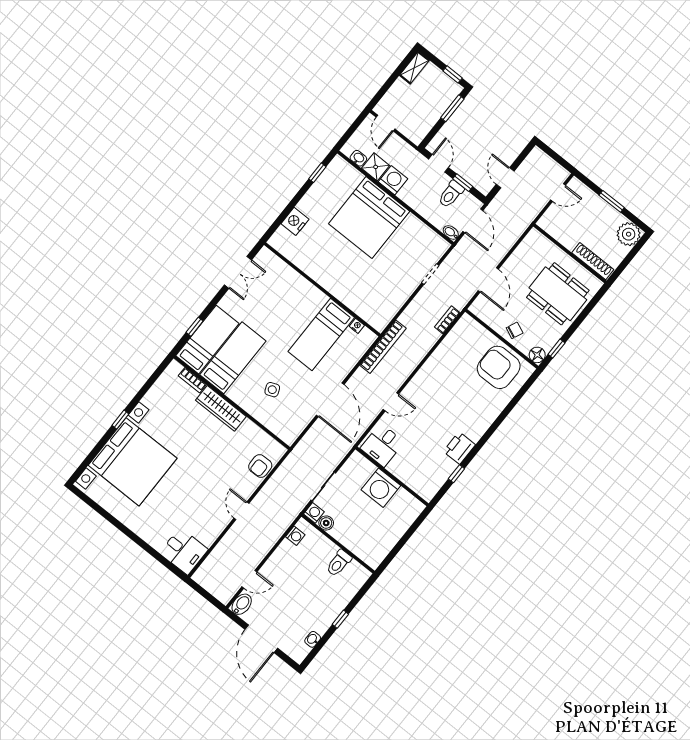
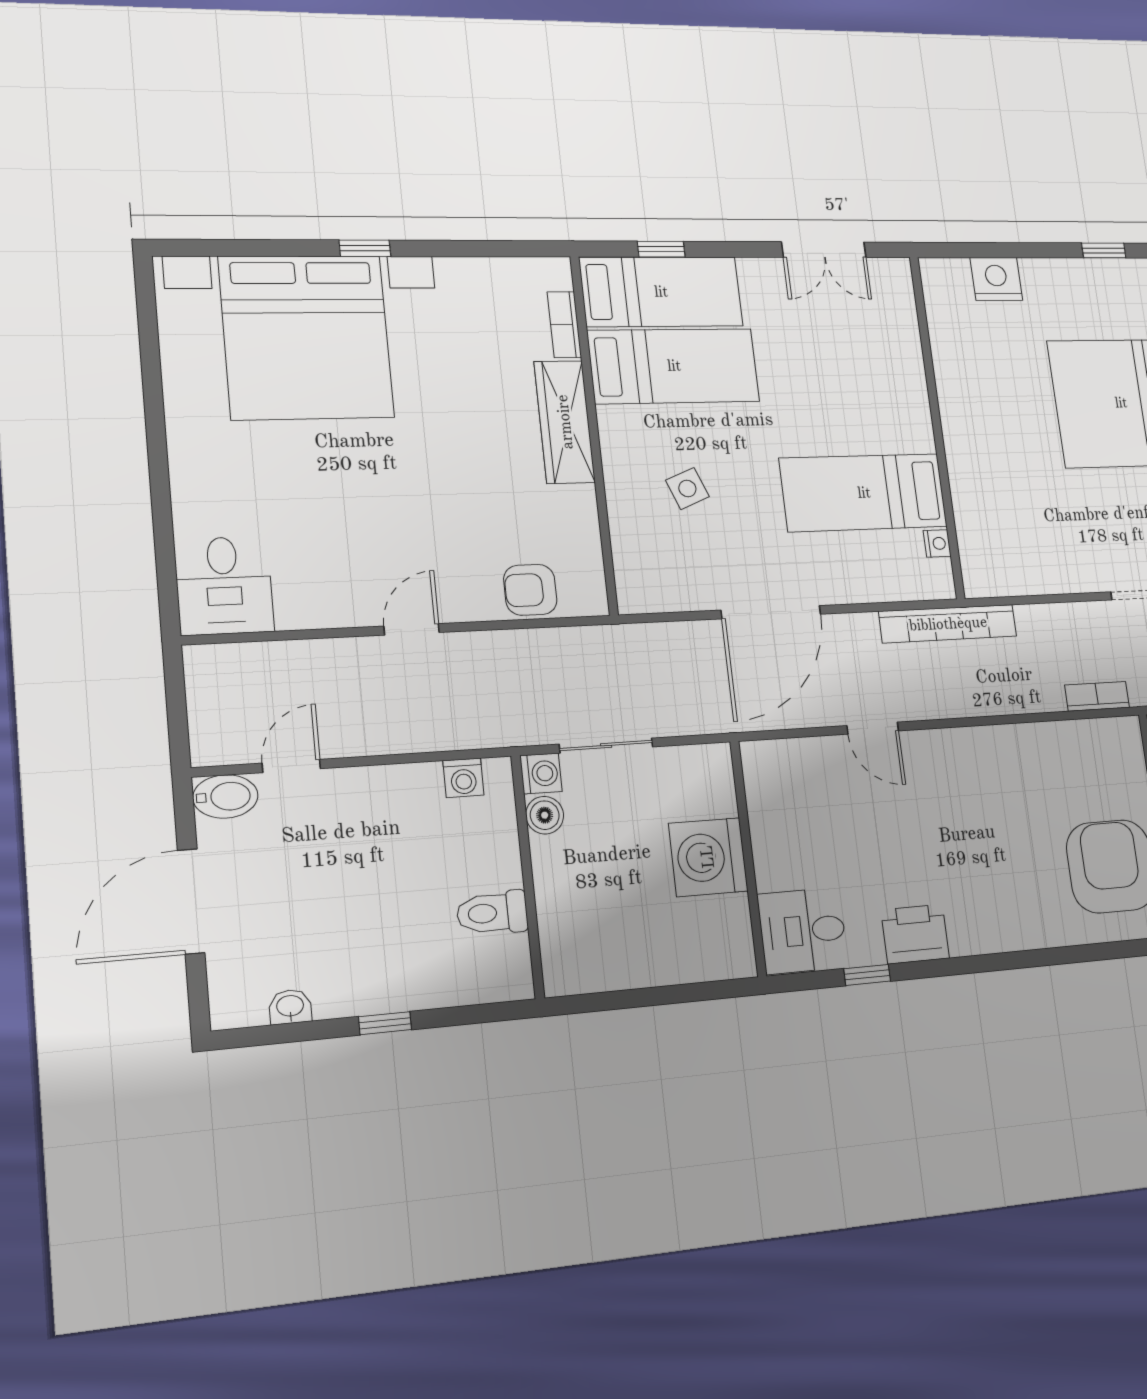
desk: (382, 445) -> (803, 931), moved
door: (249, 579) -> (291, 766), swing flipped

